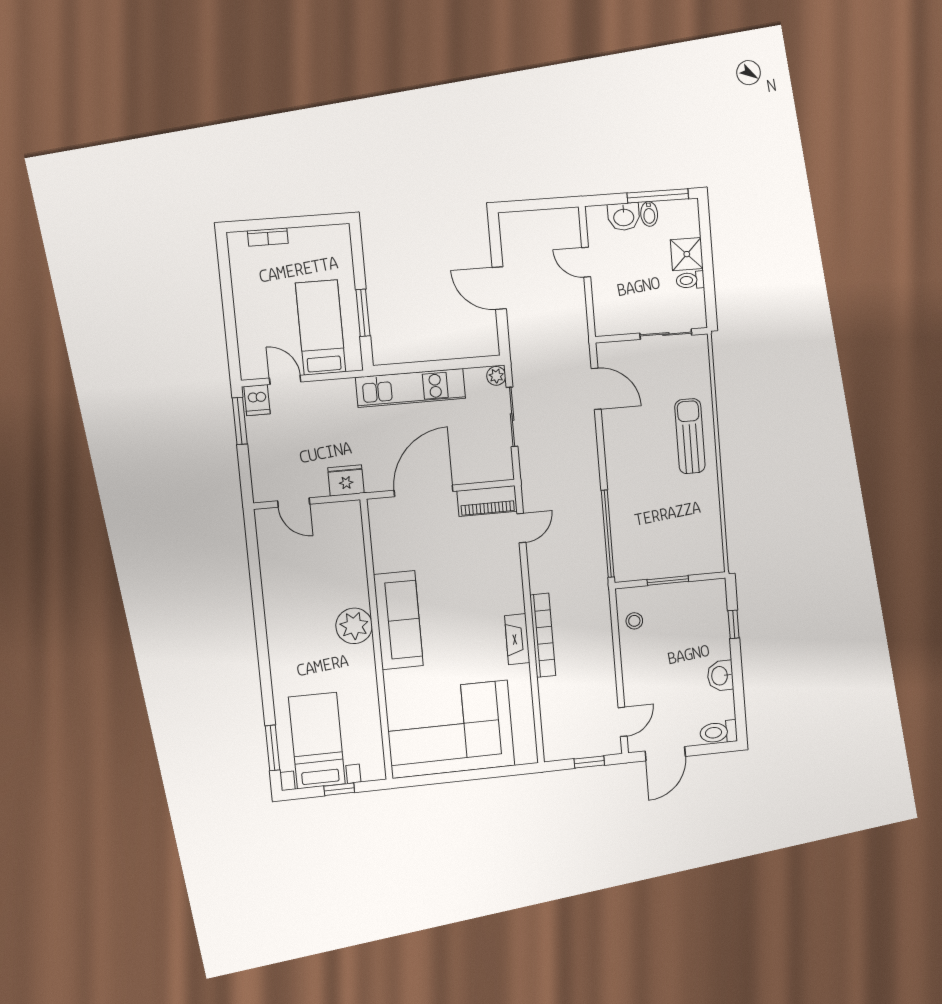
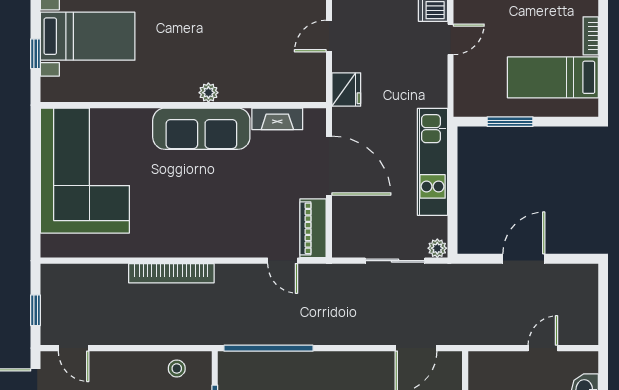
bed: (321, 328) -> (553, 77), moved, turned 180
plant: (354, 626) -> (208, 93), width x0.53, depth x0.53
fireplace: (517, 639) -> (277, 119), moved, turned 180

